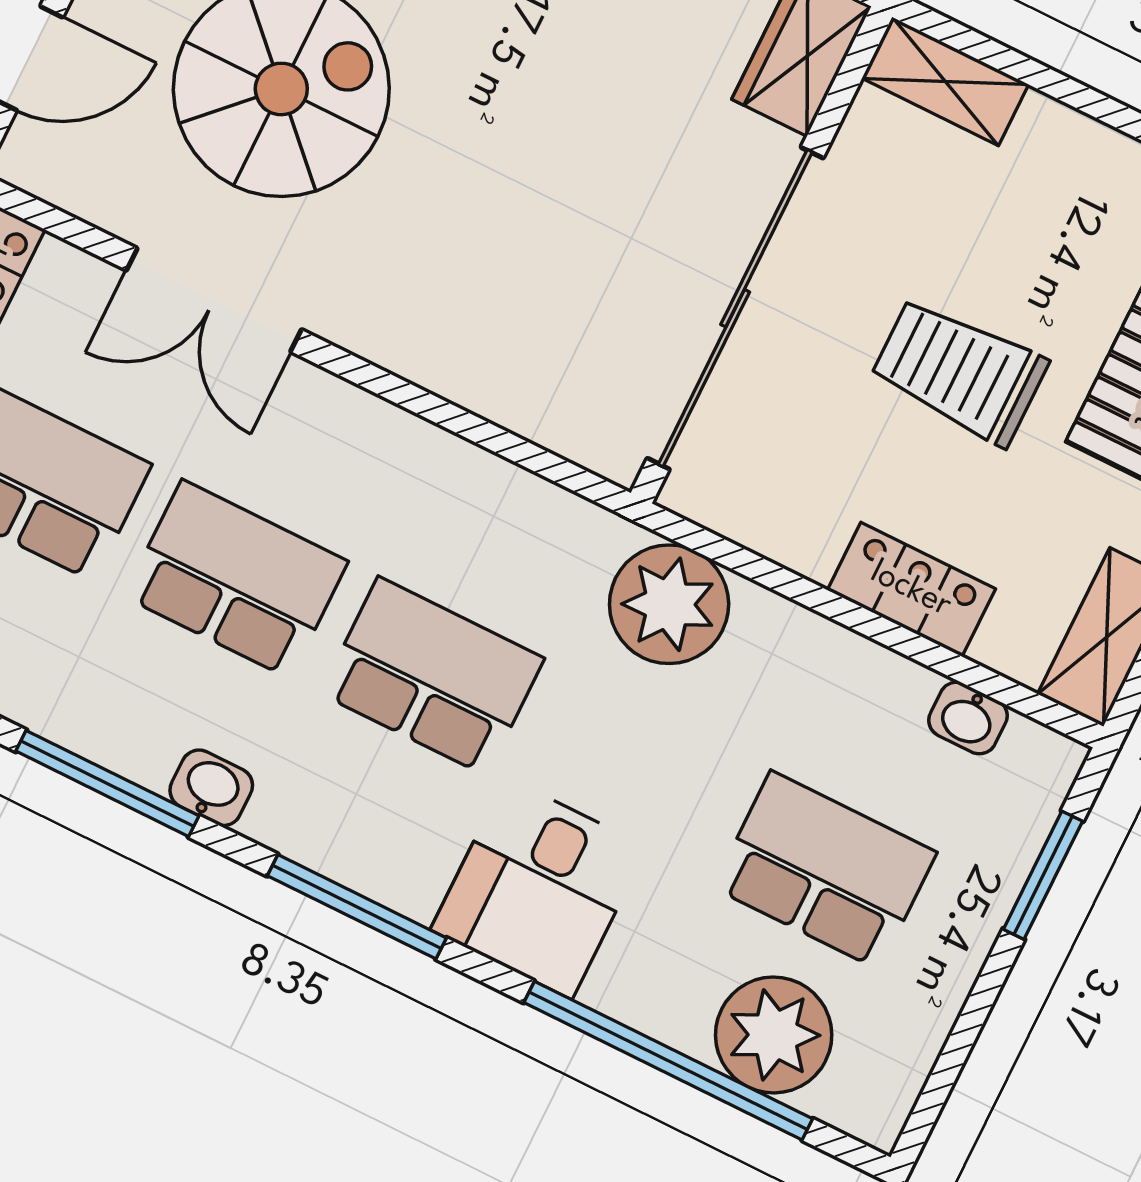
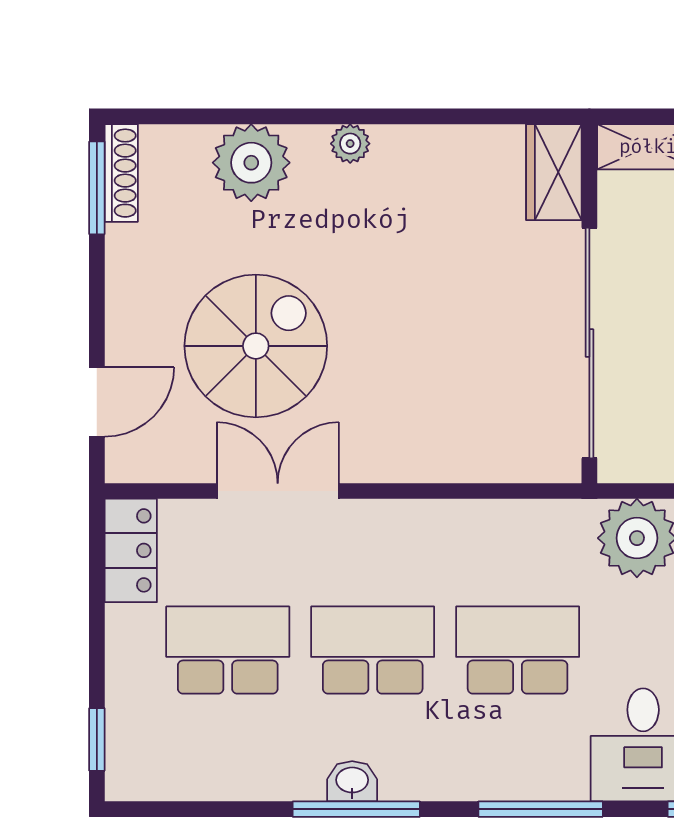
double door: (214, 300) -> (278, 491), swing flipped
washbasin: (211, 788) -> (352, 781), moved

